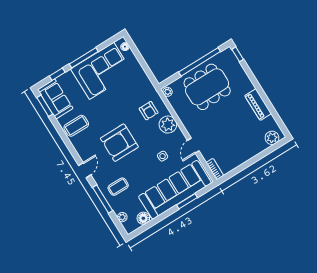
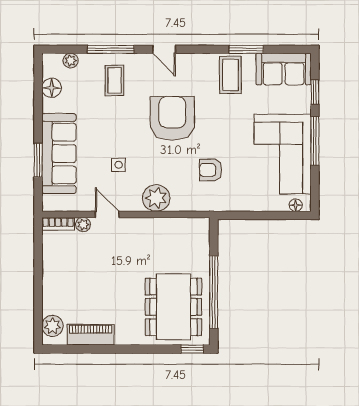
dining table: (207, 87) -> (173, 307), moved
plant: (167, 92) -> (83, 225), moved
piano: (258, 105) -> (91, 335), moved
window: (45, 106) -> (246, 49), moved
armchair: (149, 111) -> (211, 170), moved
sofa: (175, 190) -> (59, 154), width x0.74, depth x0.79

